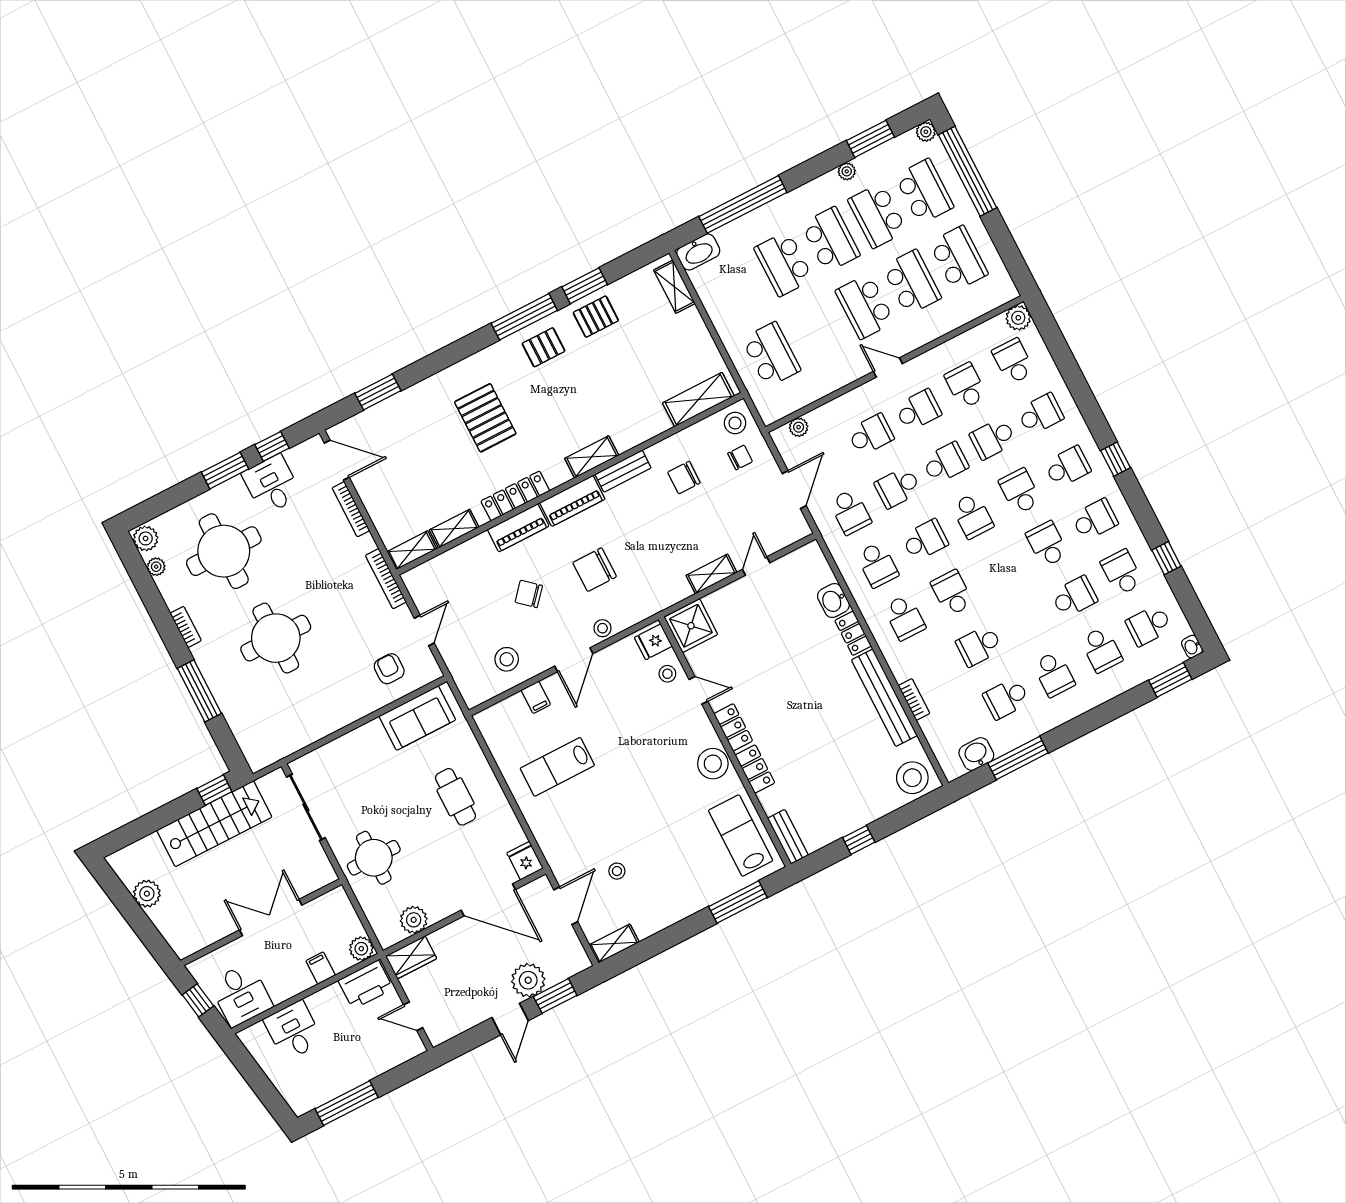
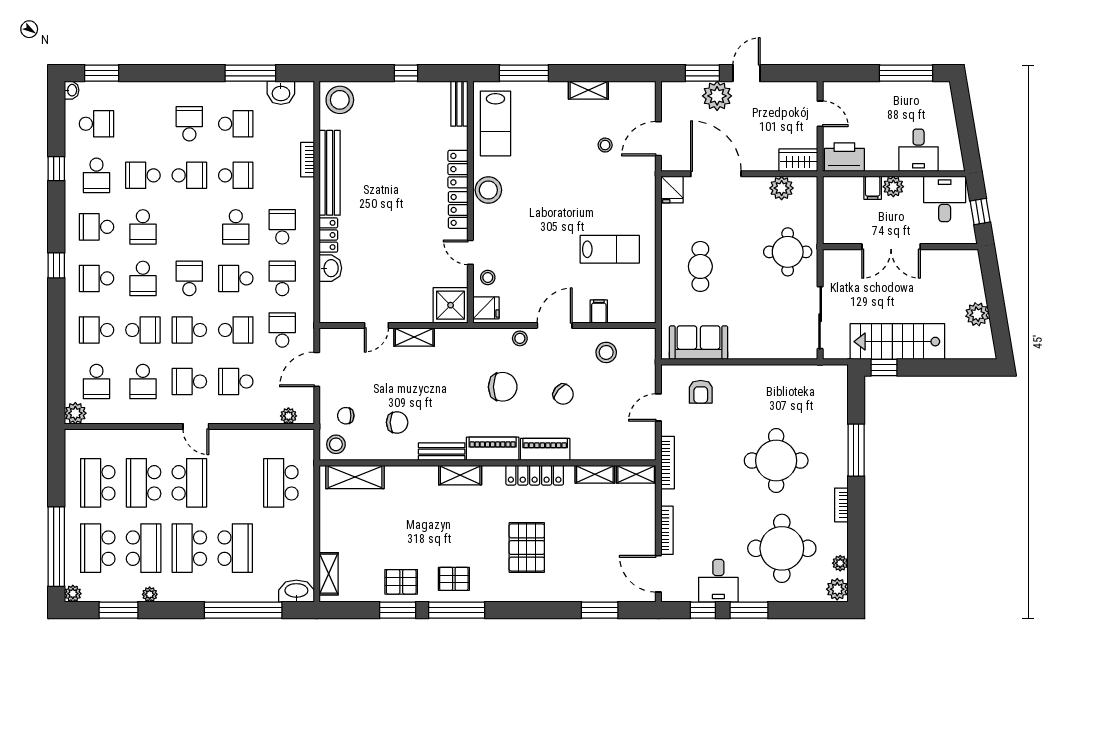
school desk: (1101, 650) -> (189, 175), moved, turned 90
shelving: (614, 944) -> (588, 90), moved
plant: (361, 949) -> (893, 187), moved

